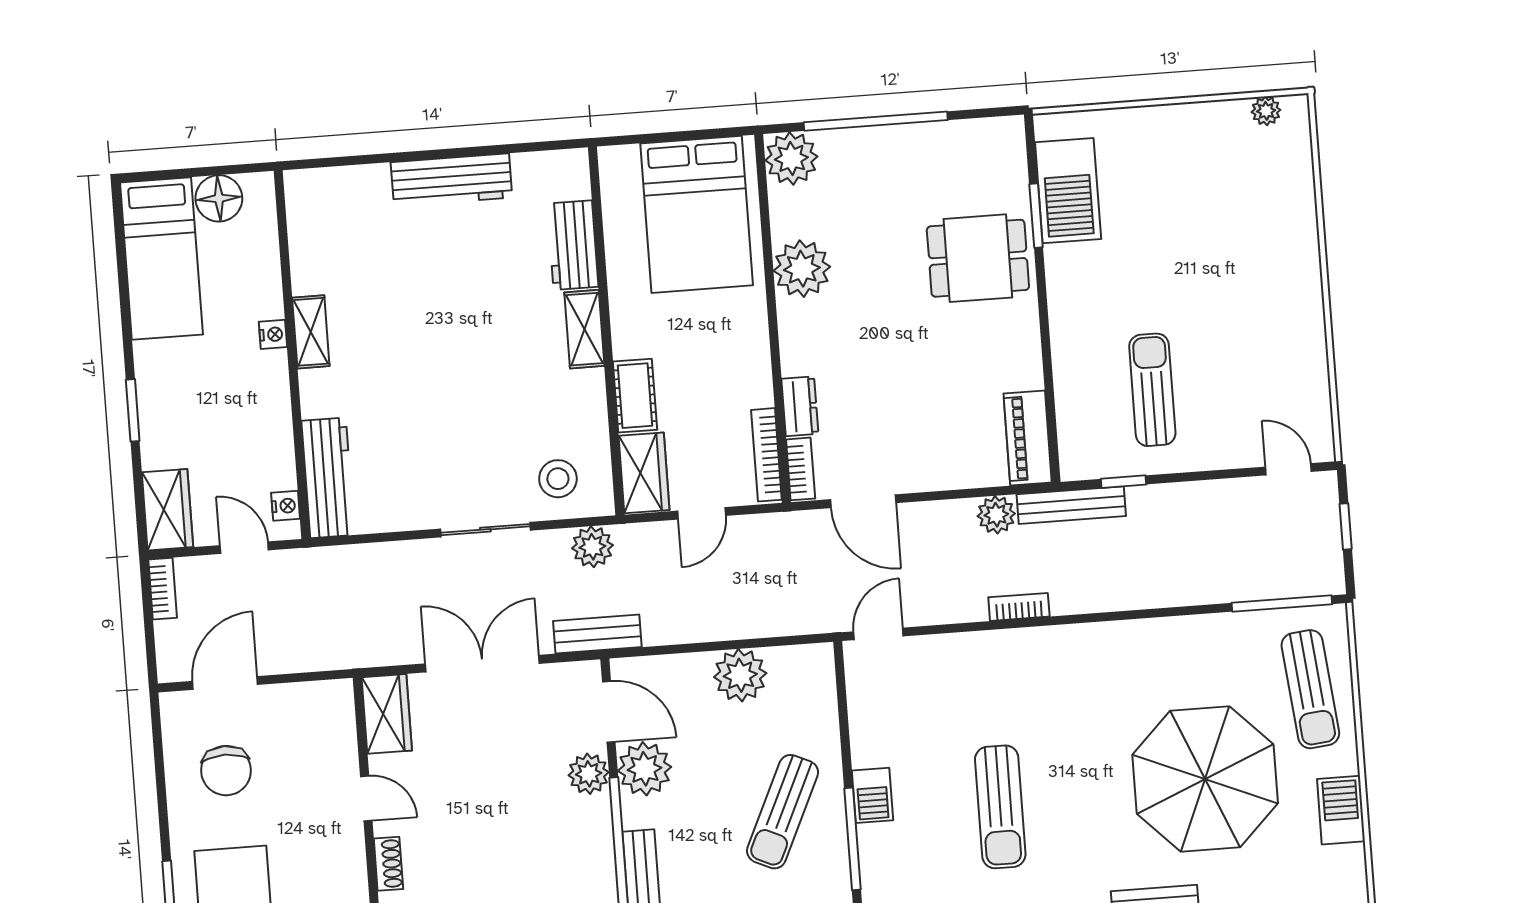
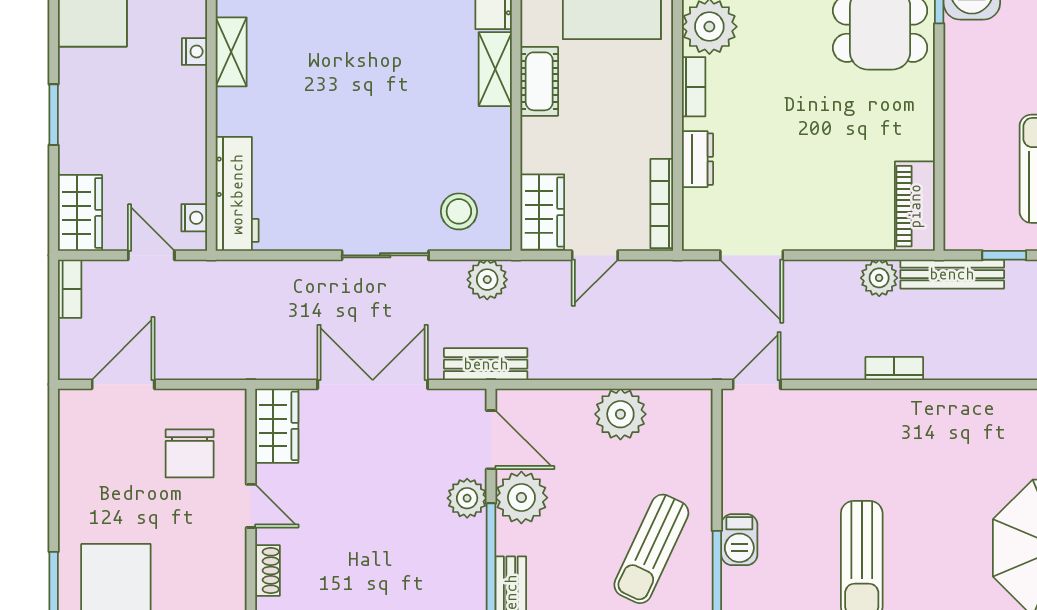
cot: (635, 396) -> (539, 81), moved
bookcase: (801, 469) -> (694, 87), moved
chair: (226, 771) -> (190, 453), moved

